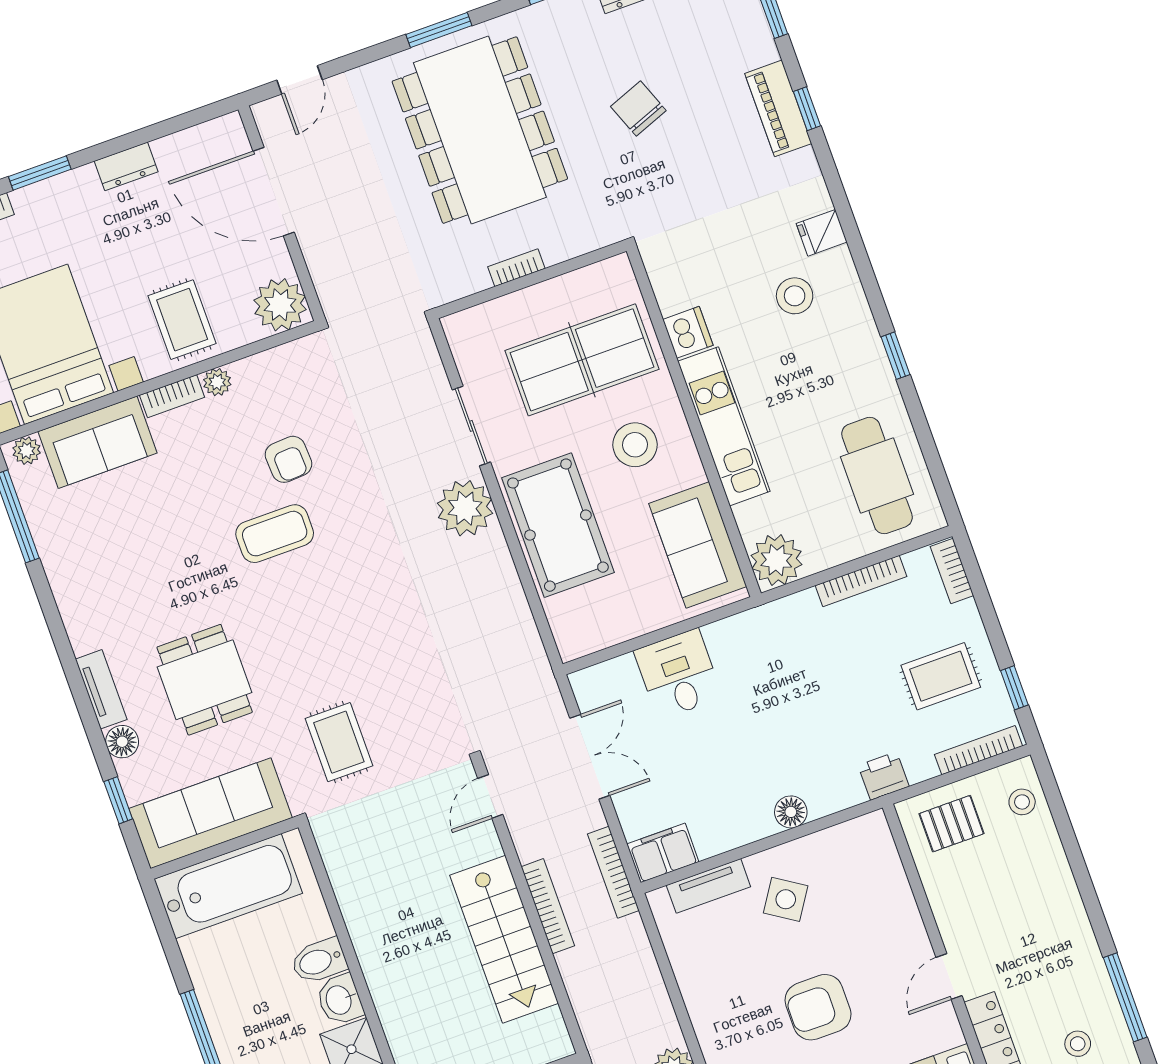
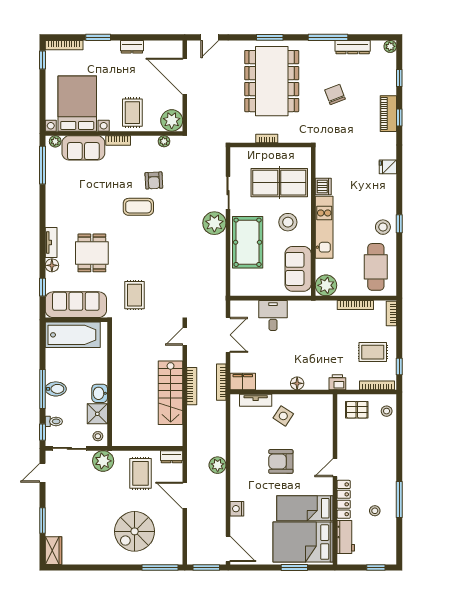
stool: (795, 296) -> (383, 227), moved
plant: (217, 382) -> (164, 141), moved
bidet: (319, 961) -> (56, 389), moved, turned 180

